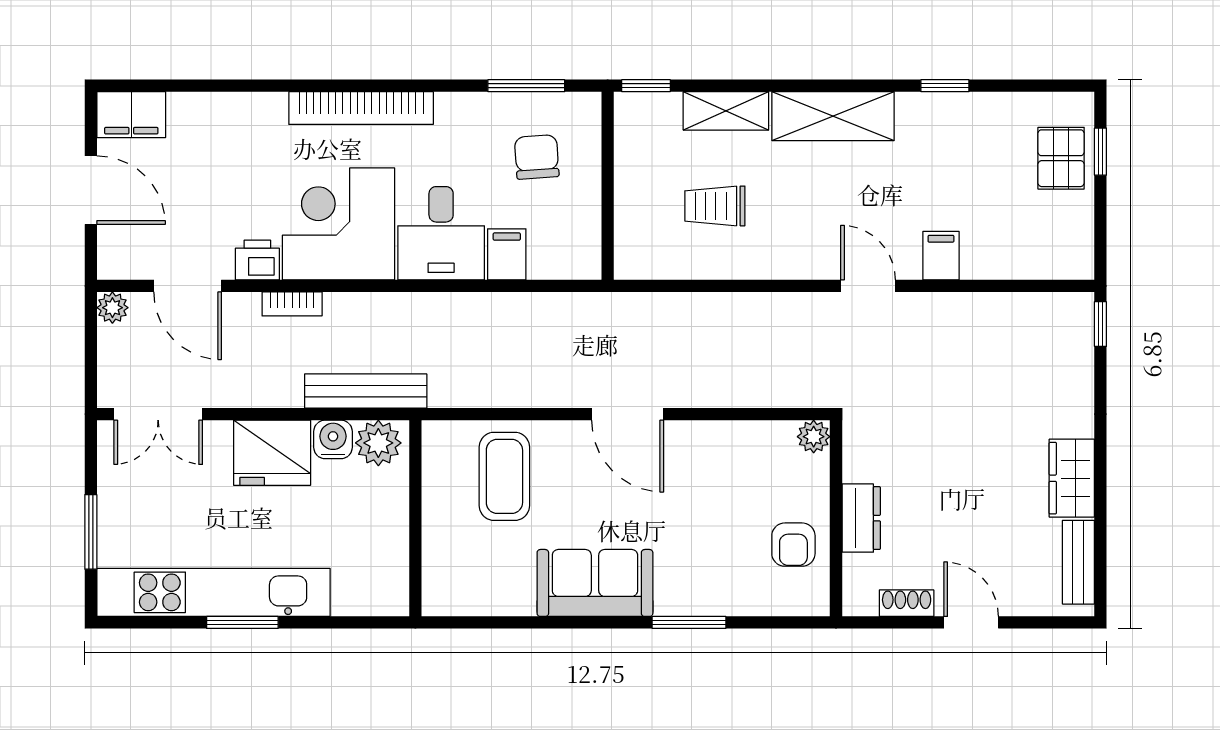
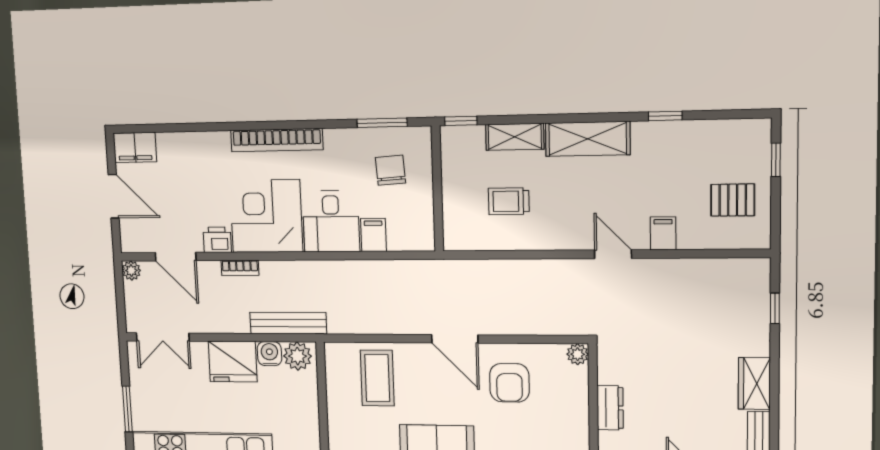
pallet: (1061, 158) -> (733, 200), moved, turned 90
window: (1100, 324) -> (775, 308), moved
armchair: (793, 545) -> (509, 383), moved, width x1.38, depth x1.38

